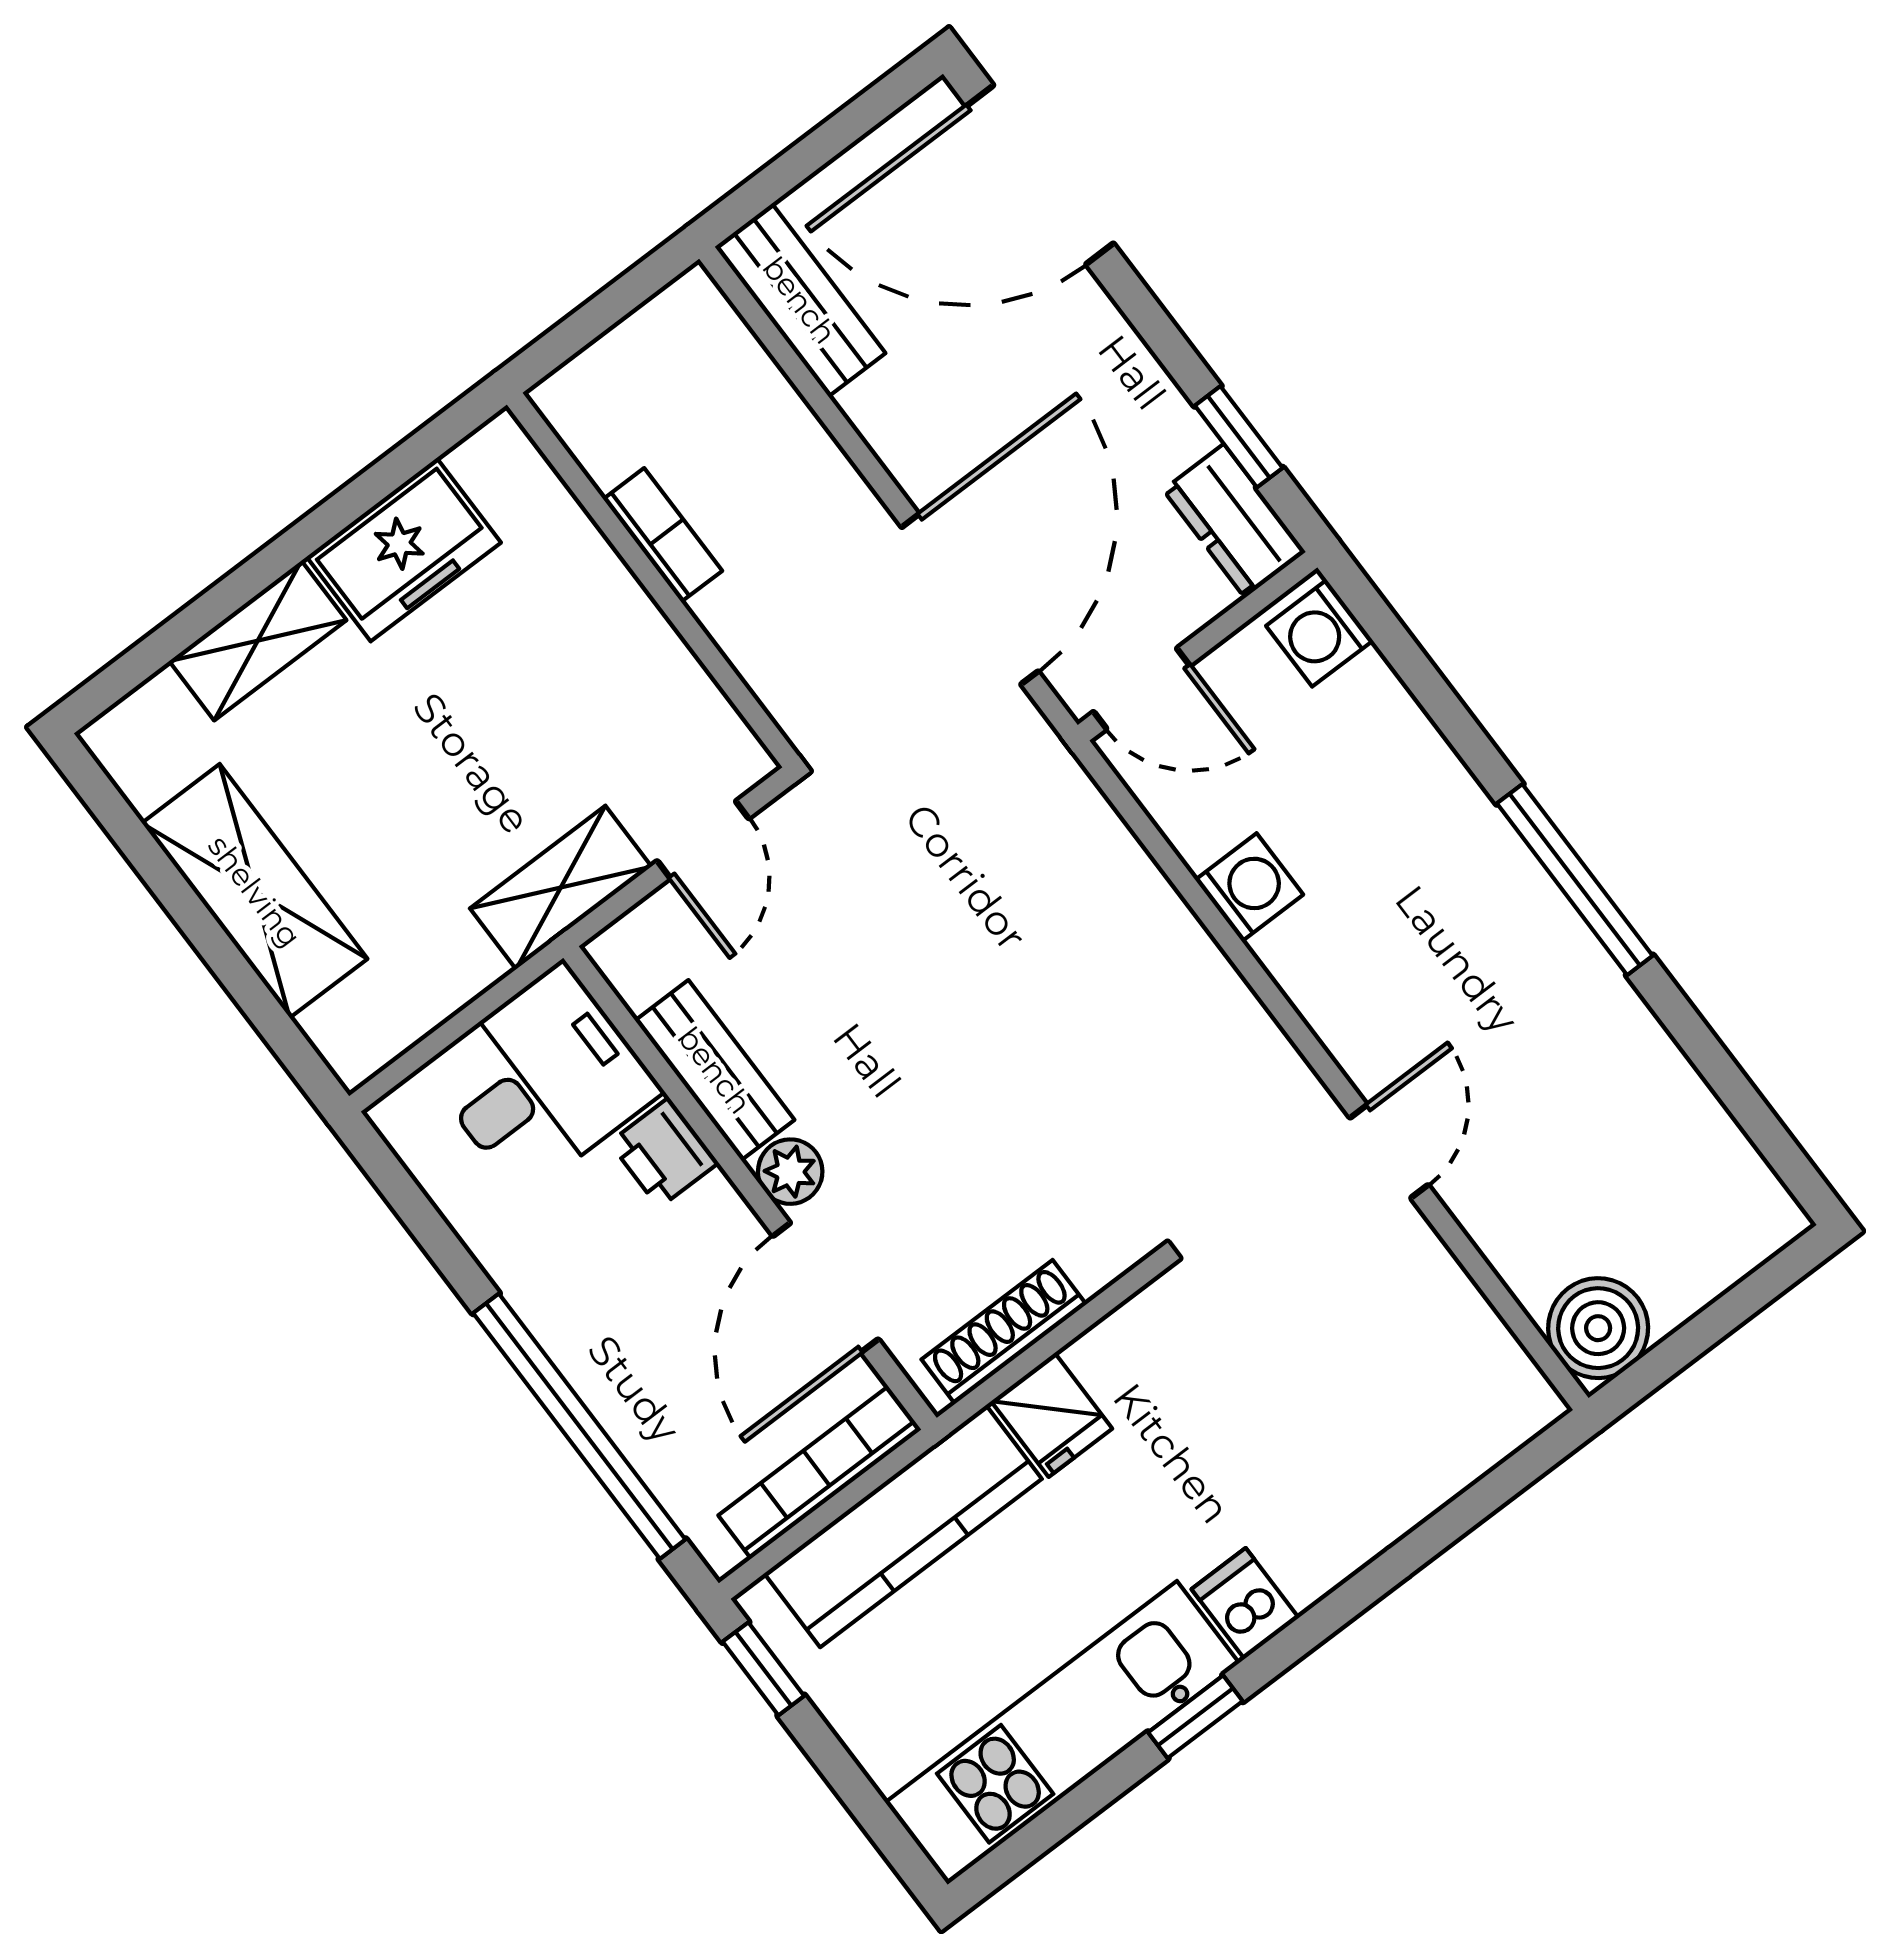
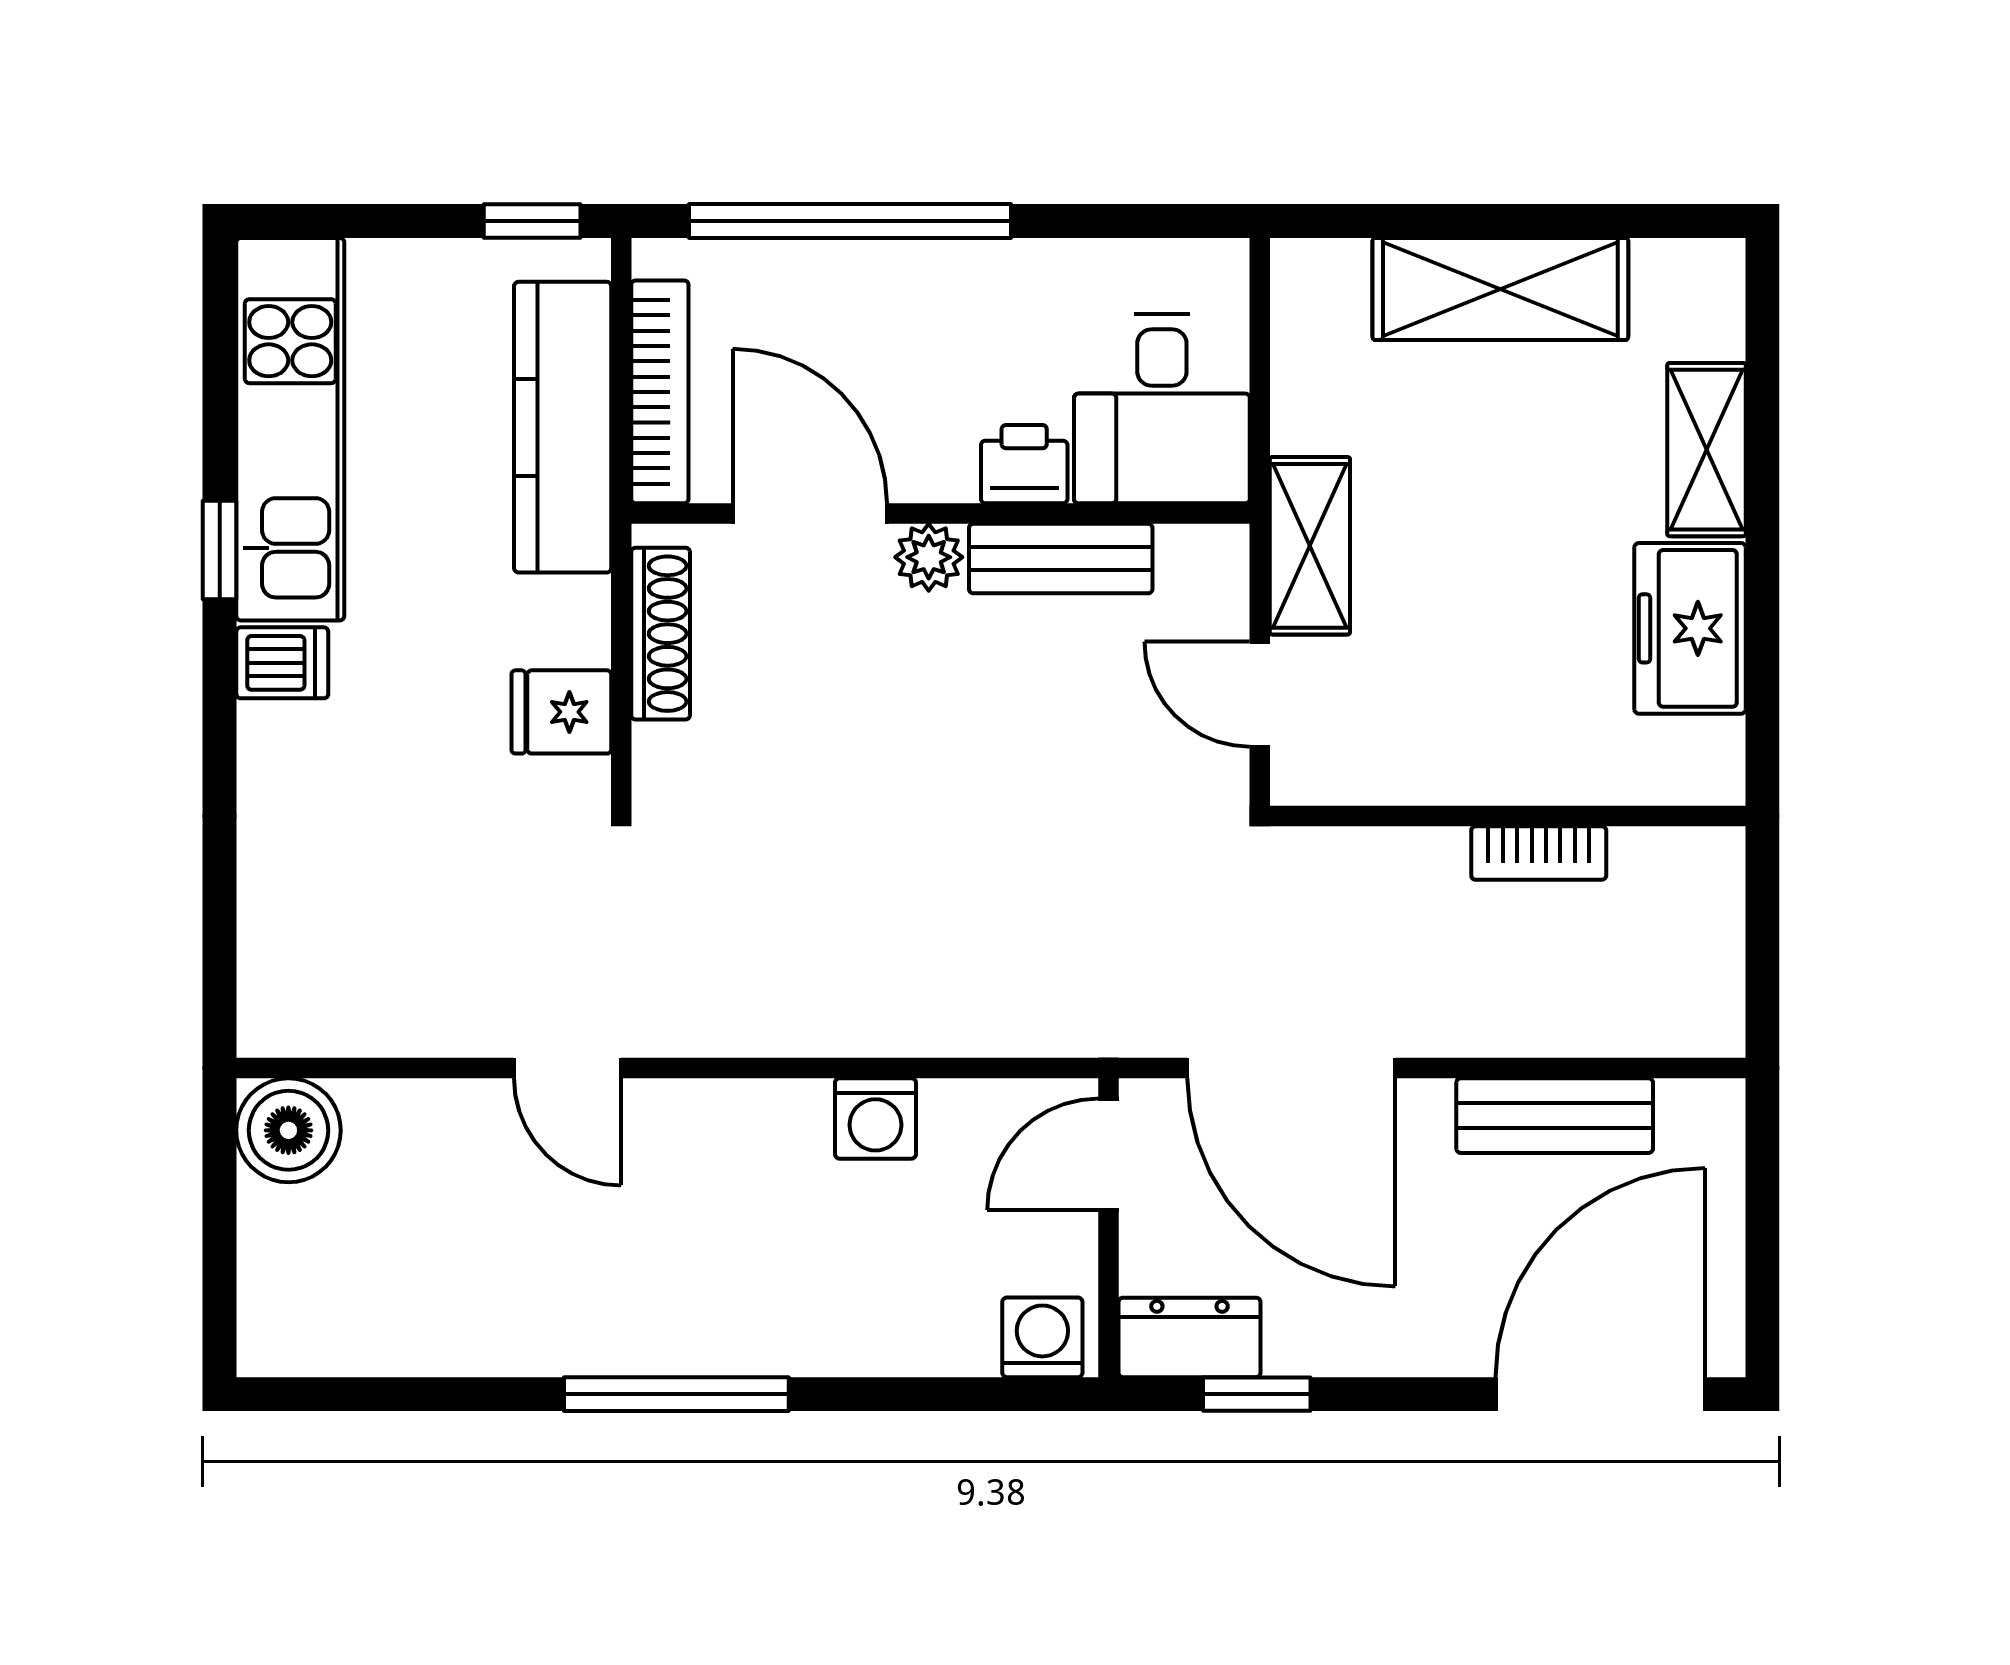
bench: (800, 300) -> (1555, 1116), moved
fridge: (1052, 1415) -> (561, 712), moved

